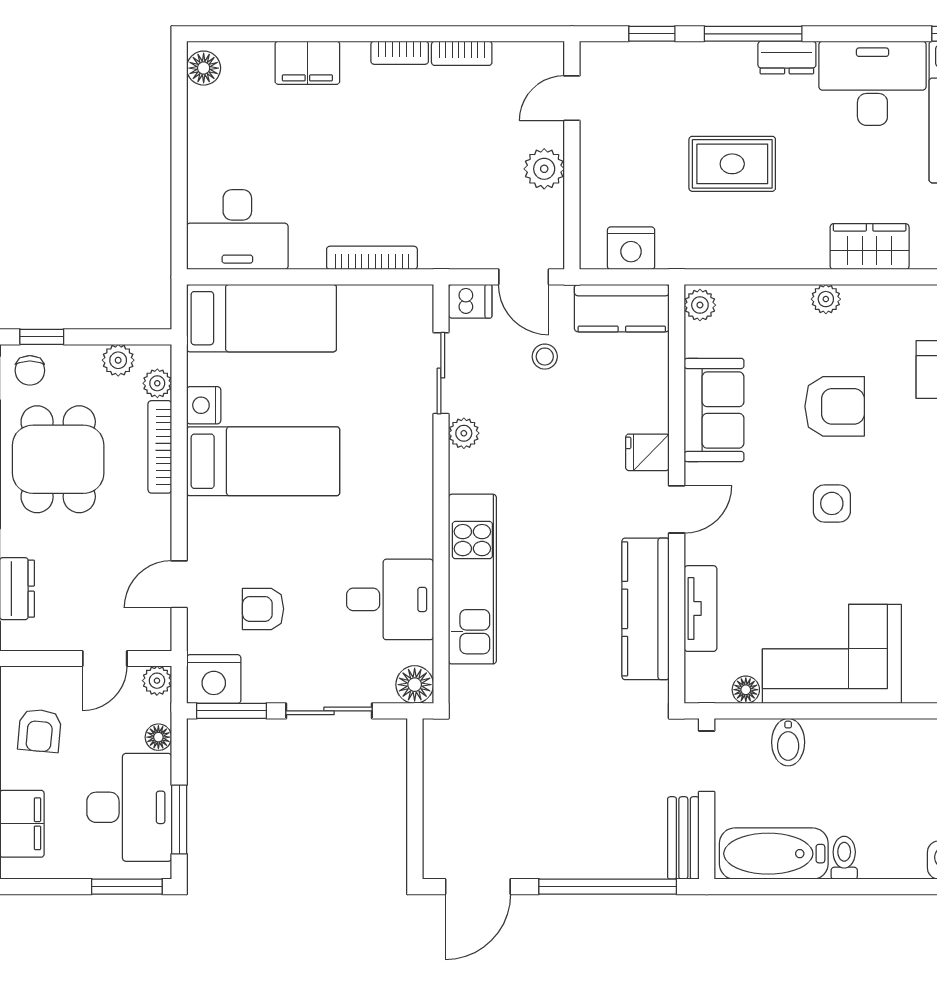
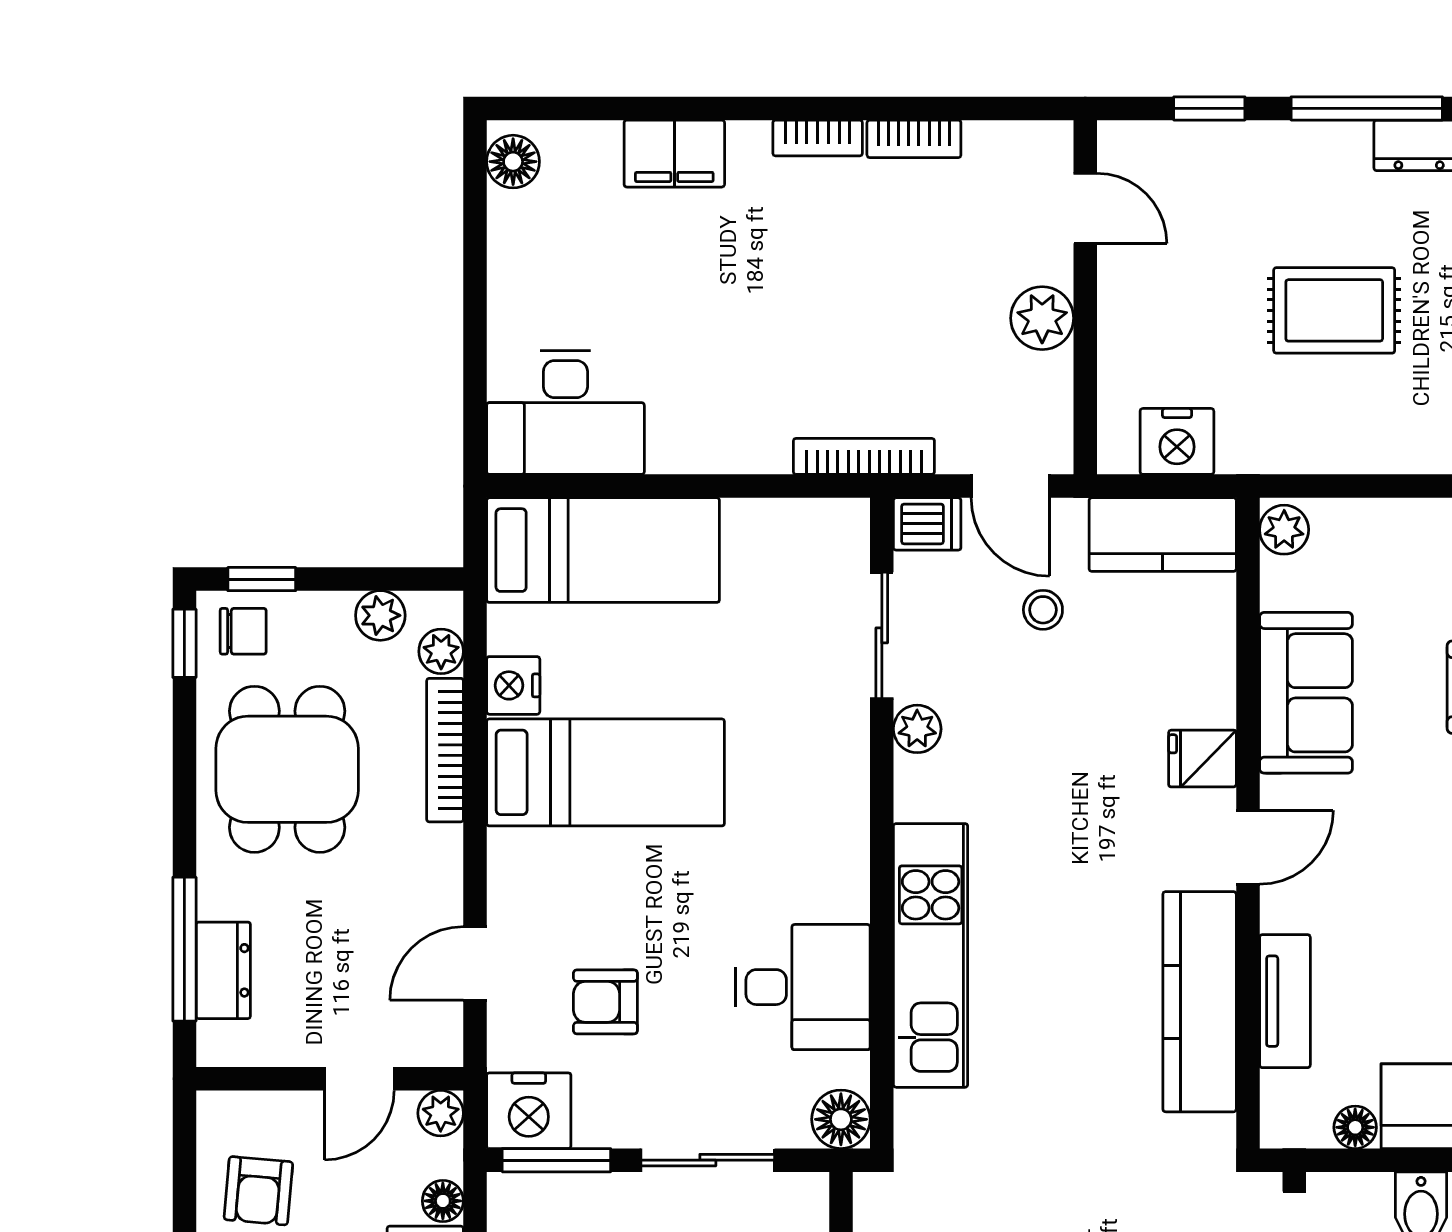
door: (572, 98) -> (1085, 208), swing flipped
bookcase: (372, 258) -> (864, 456), moved
chair: (30, 370) -> (243, 631), turned -90

